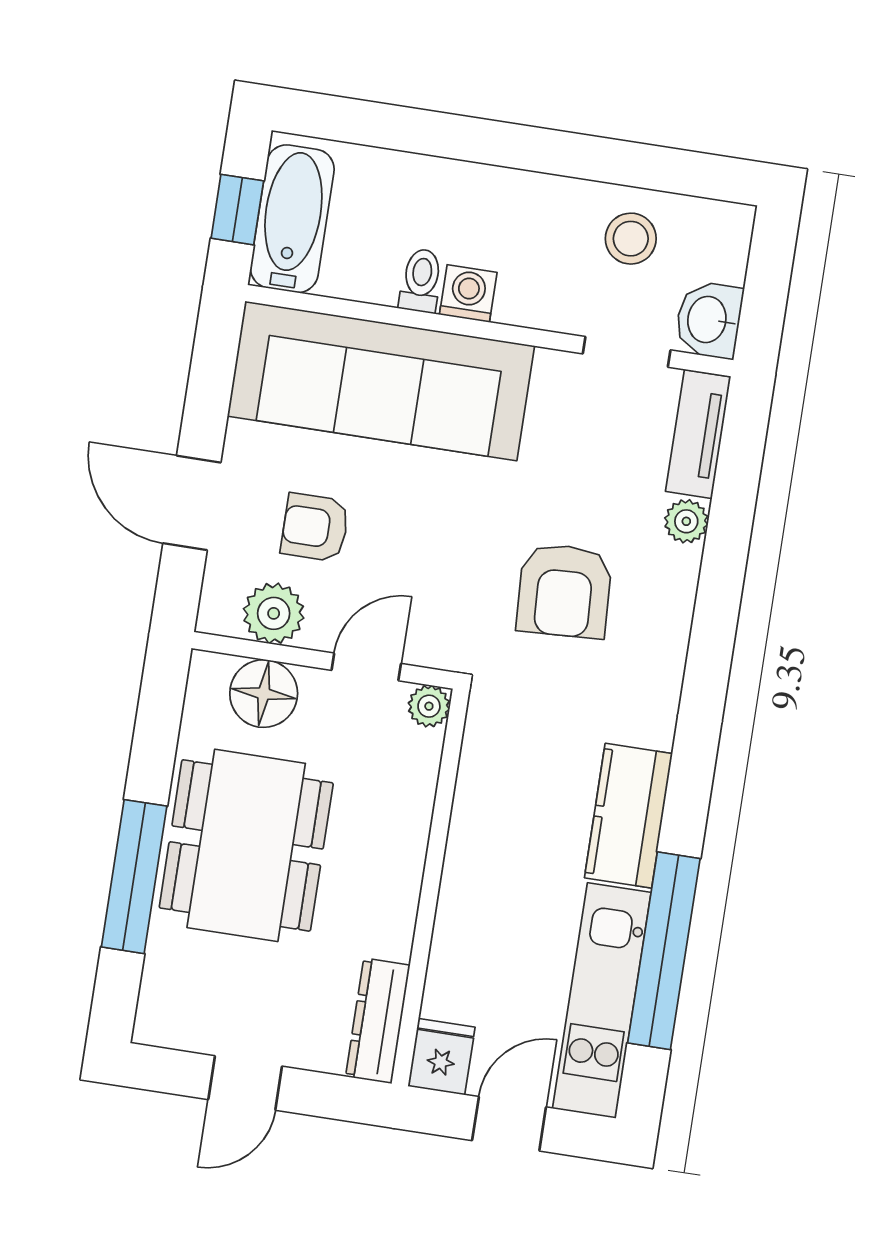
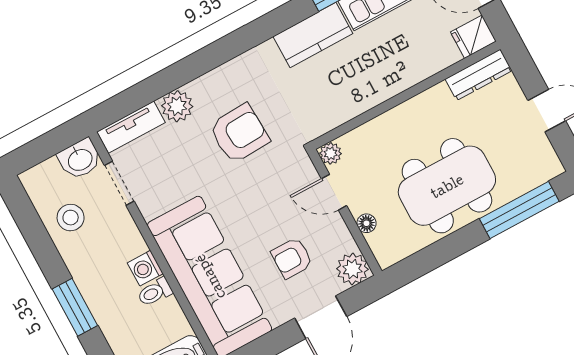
window: (490, 142) -> (75, 307), added
plant: (686, 521) -> (177, 106), width x1.38, depth x1.38
armchair: (315, 527) -> (292, 258), turned 90
plant: (274, 613) -> (352, 269), moved
floor lamp: (264, 694) -> (366, 223), width x0.53, depth x0.53
window: (134, 877) -> (519, 210), moved

